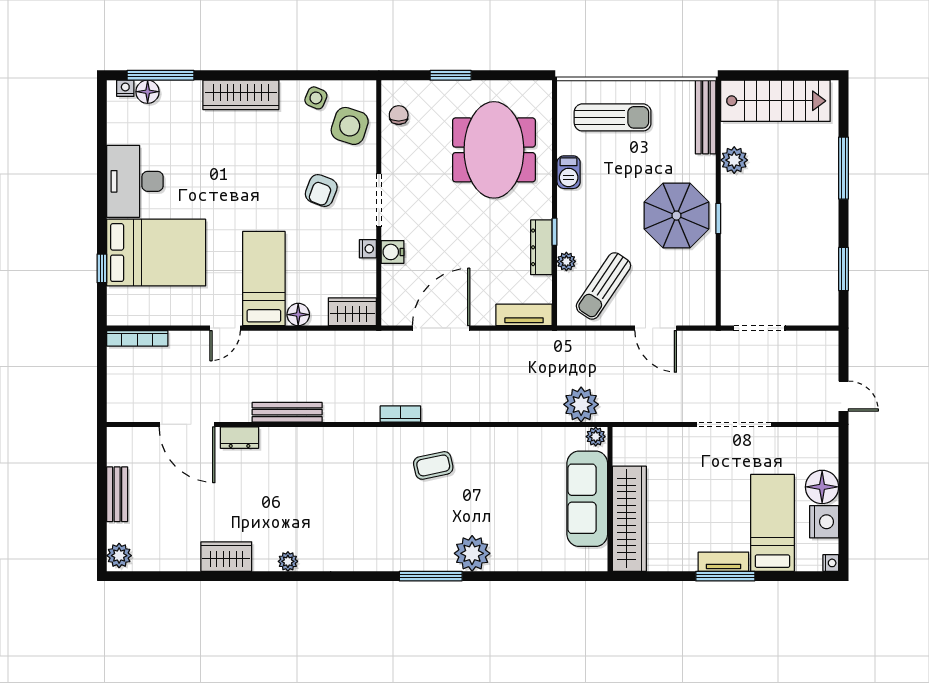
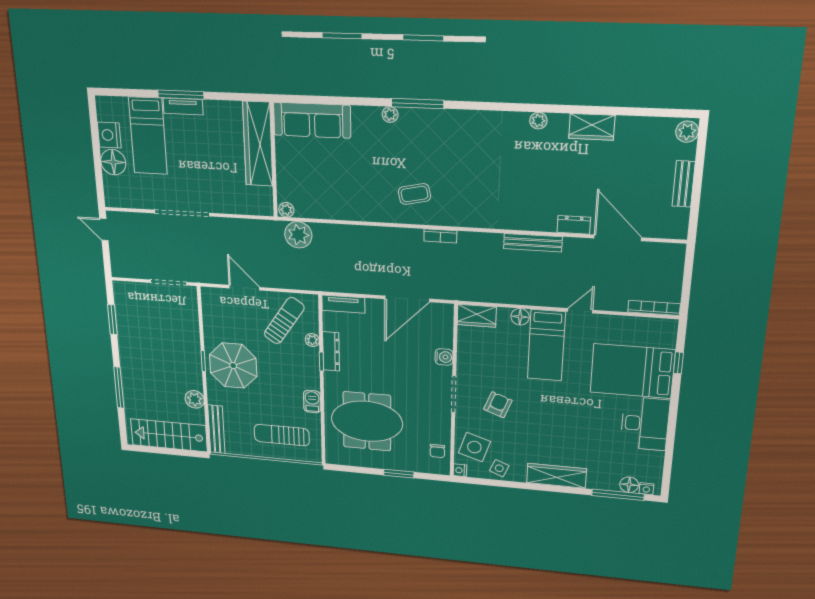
meeting table: (494, 150) -> (367, 421), turned 90
nightstand: (368, 249) -> (460, 470), moved
sofa: (587, 499) -> (312, 120), moved, turned 90
plant: (472, 553) -> (390, 115), width x0.53, depth x0.53
nightstand: (831, 563) -> (101, 102), removed

